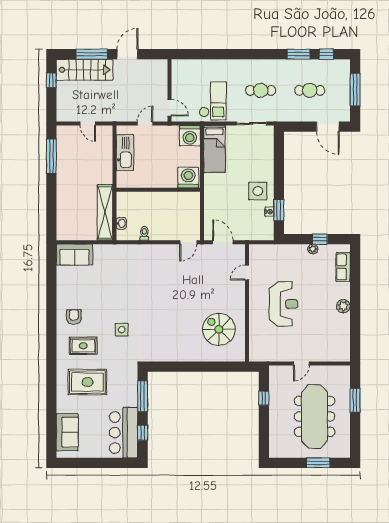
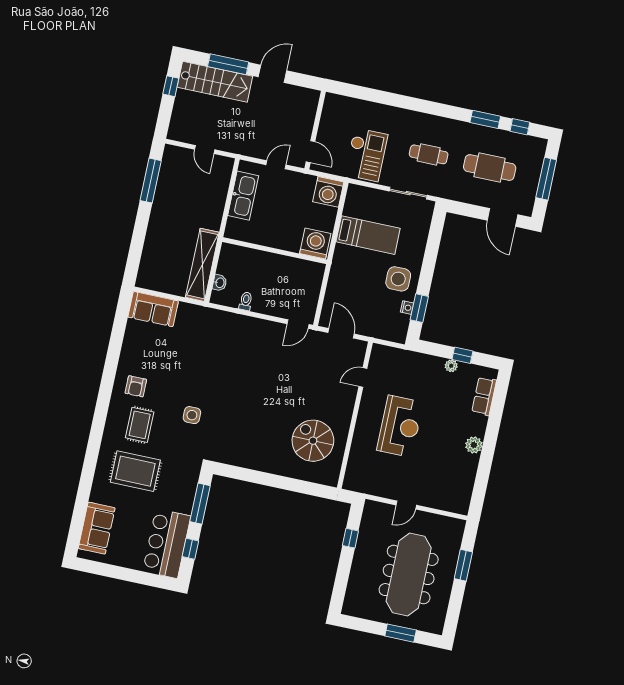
cafe table: (310, 90) -> (490, 168), width x1.37, depth x1.35
bed: (214, 149) -> (368, 235), moved, turned -90
armchair: (74, 317) -> (136, 386), turned 180
rug: (83, 346) -> (140, 425), turned 90

